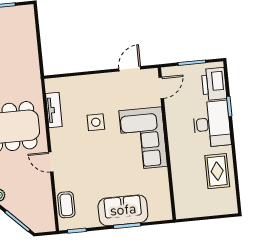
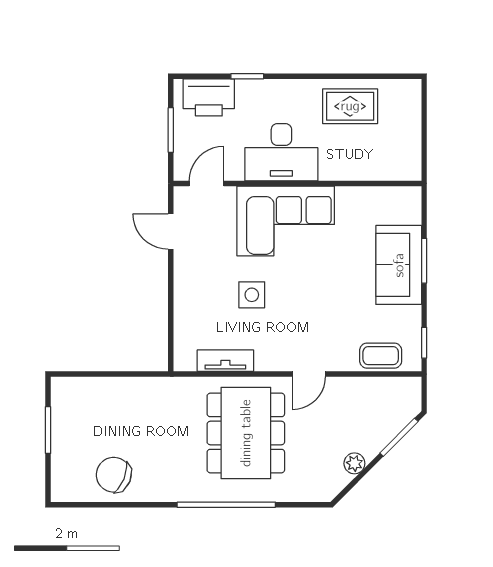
door: (161, 88) -> (207, 183), hinge flipped
desk: (212, 124) -> (281, 152), moved, turned 180

